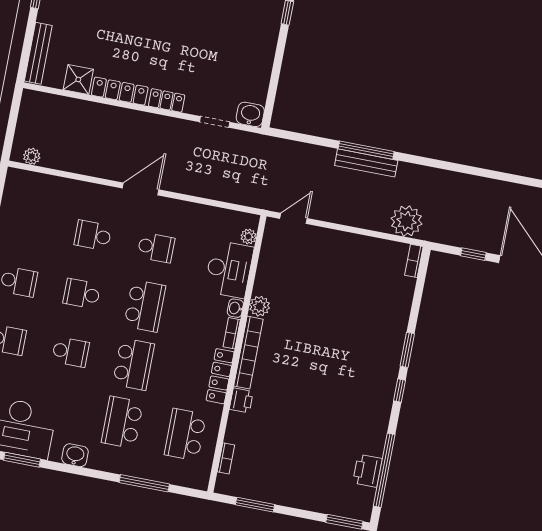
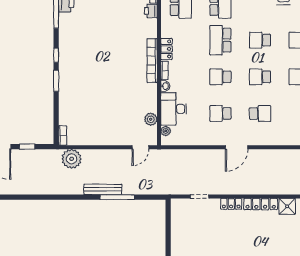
washbasin: (250, 114) -> (179, 205), removed
window: (366, 150) -> (117, 197), moved
school desk: (82, 294) -> (260, 77), turned 180
school desk: (145, 306) -> (220, 77), width x0.54
plant: (260, 306) -> (151, 119), moved
locker: (220, 376) -> (166, 49), width x0.66
printer: (241, 400) -> (151, 11), moved

